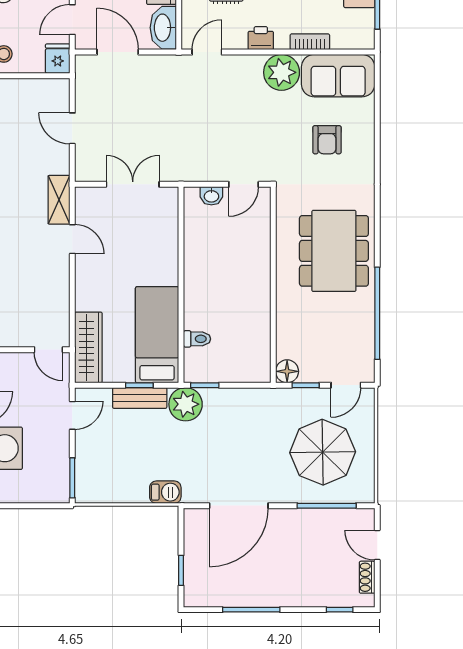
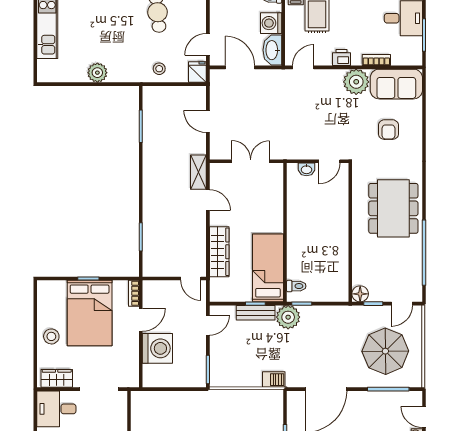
toilet: (197, 339) -> (296, 286), moved
wardrobe: (88, 347) -> (219, 252), moved

